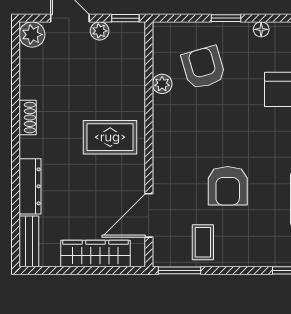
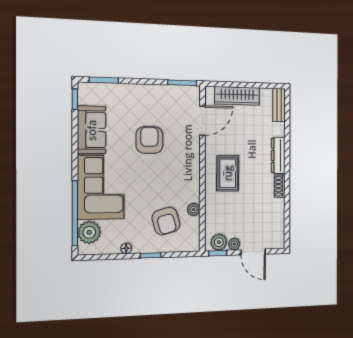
plant: (32, 35) -> (219, 242), moved
rug: (110, 137) -> (228, 173), turned 90
dresser: (30, 186) -> (278, 155), moved
coffee table: (203, 242) -> (166, 102), removed

